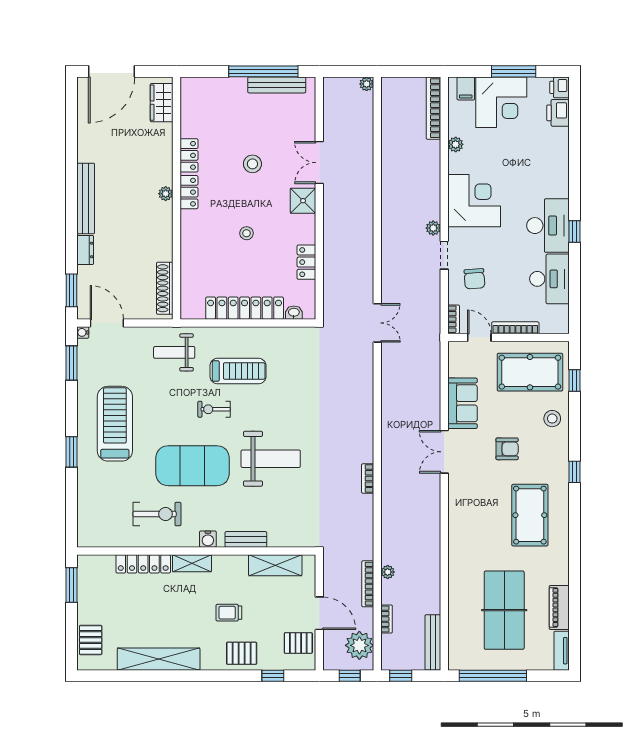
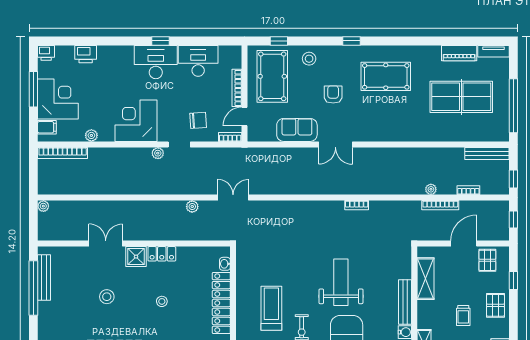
printer: (558, 113) -> (86, 54), moved
double door: (319, 163) -> (106, 244), swing flipped
locker: (306, 262) -> (162, 254), moved
bench: (246, 539) -> (405, 302), width x1.36
plant: (359, 645) -> (192, 207), moved, width x0.53, depth x0.53

